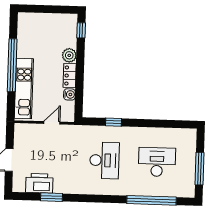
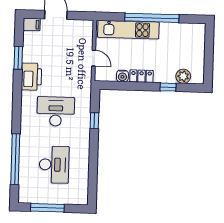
window: (81, 30) -> (168, 87), moved
plant: (69, 55) -> (183, 76), moved
desk: (104, 160) -> (56, 111), turned 180
printer: (39, 183) -> (31, 77), moved
filing cabinet: (19, 184) -> (32, 24), added

